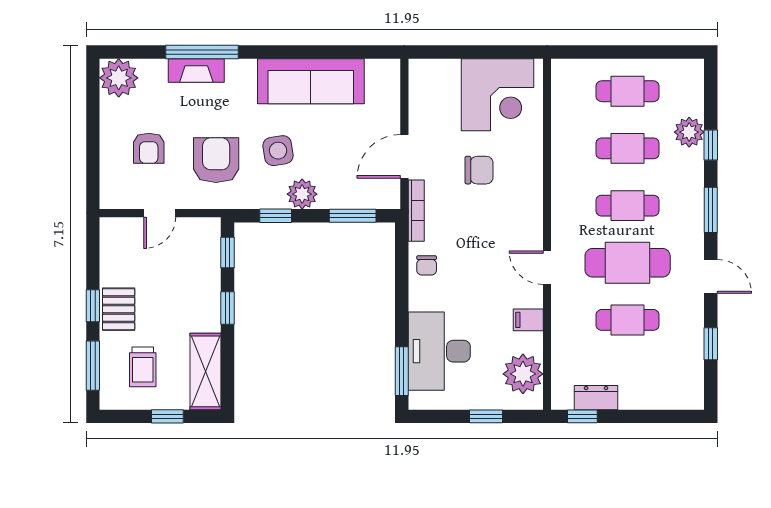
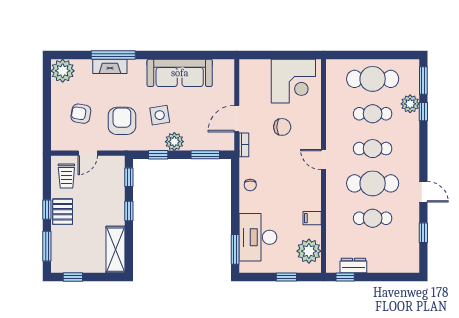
cafe table: (628, 91) -> (373, 79), width x1.37, depth x1.35
armchair: (149, 148) -> (81, 114), turned 100
window: (711, 210) -> (423, 80), moved
bookcase: (416, 211) -> (244, 145), width x0.64
door: (547, 268) -> (324, 160), moved
trolley: (143, 367) -> (66, 176), moved
window: (167, 416) -> (73, 277), moved

